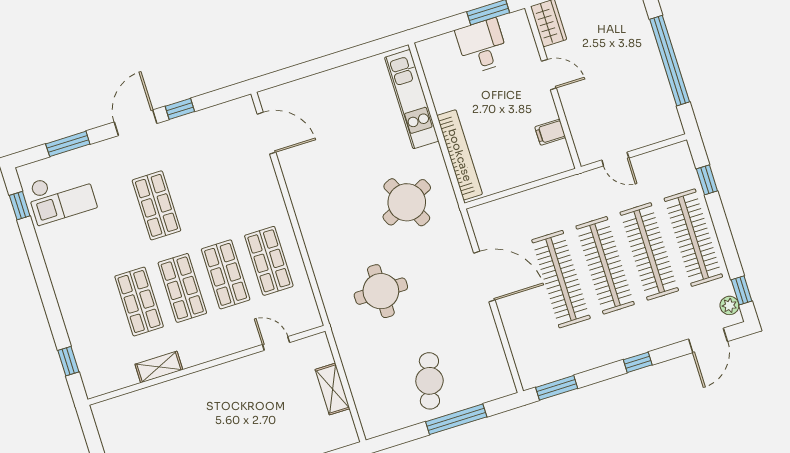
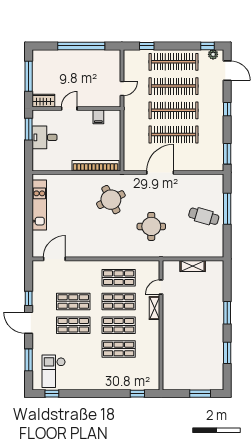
kitchen unit: (412, 99) -> (39, 205), moved, turned -90
shop shelf: (200, 192) -> (73, 301), added
checkout: (61, 196) -> (54, 371), turned 180
shelving: (159, 367) -> (154, 308), moved

